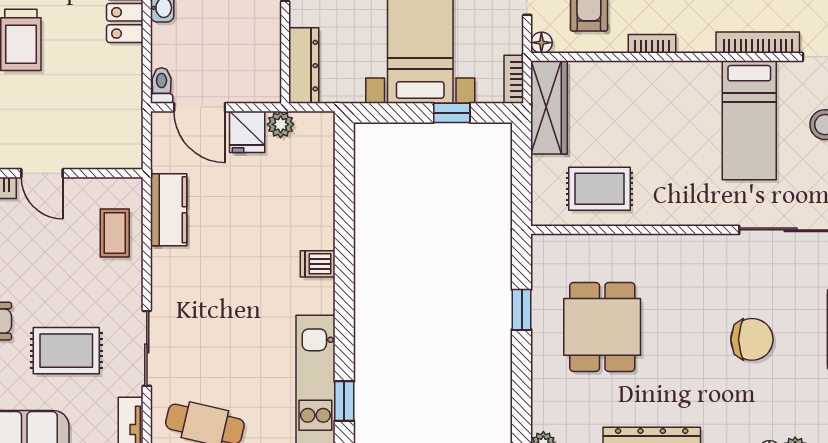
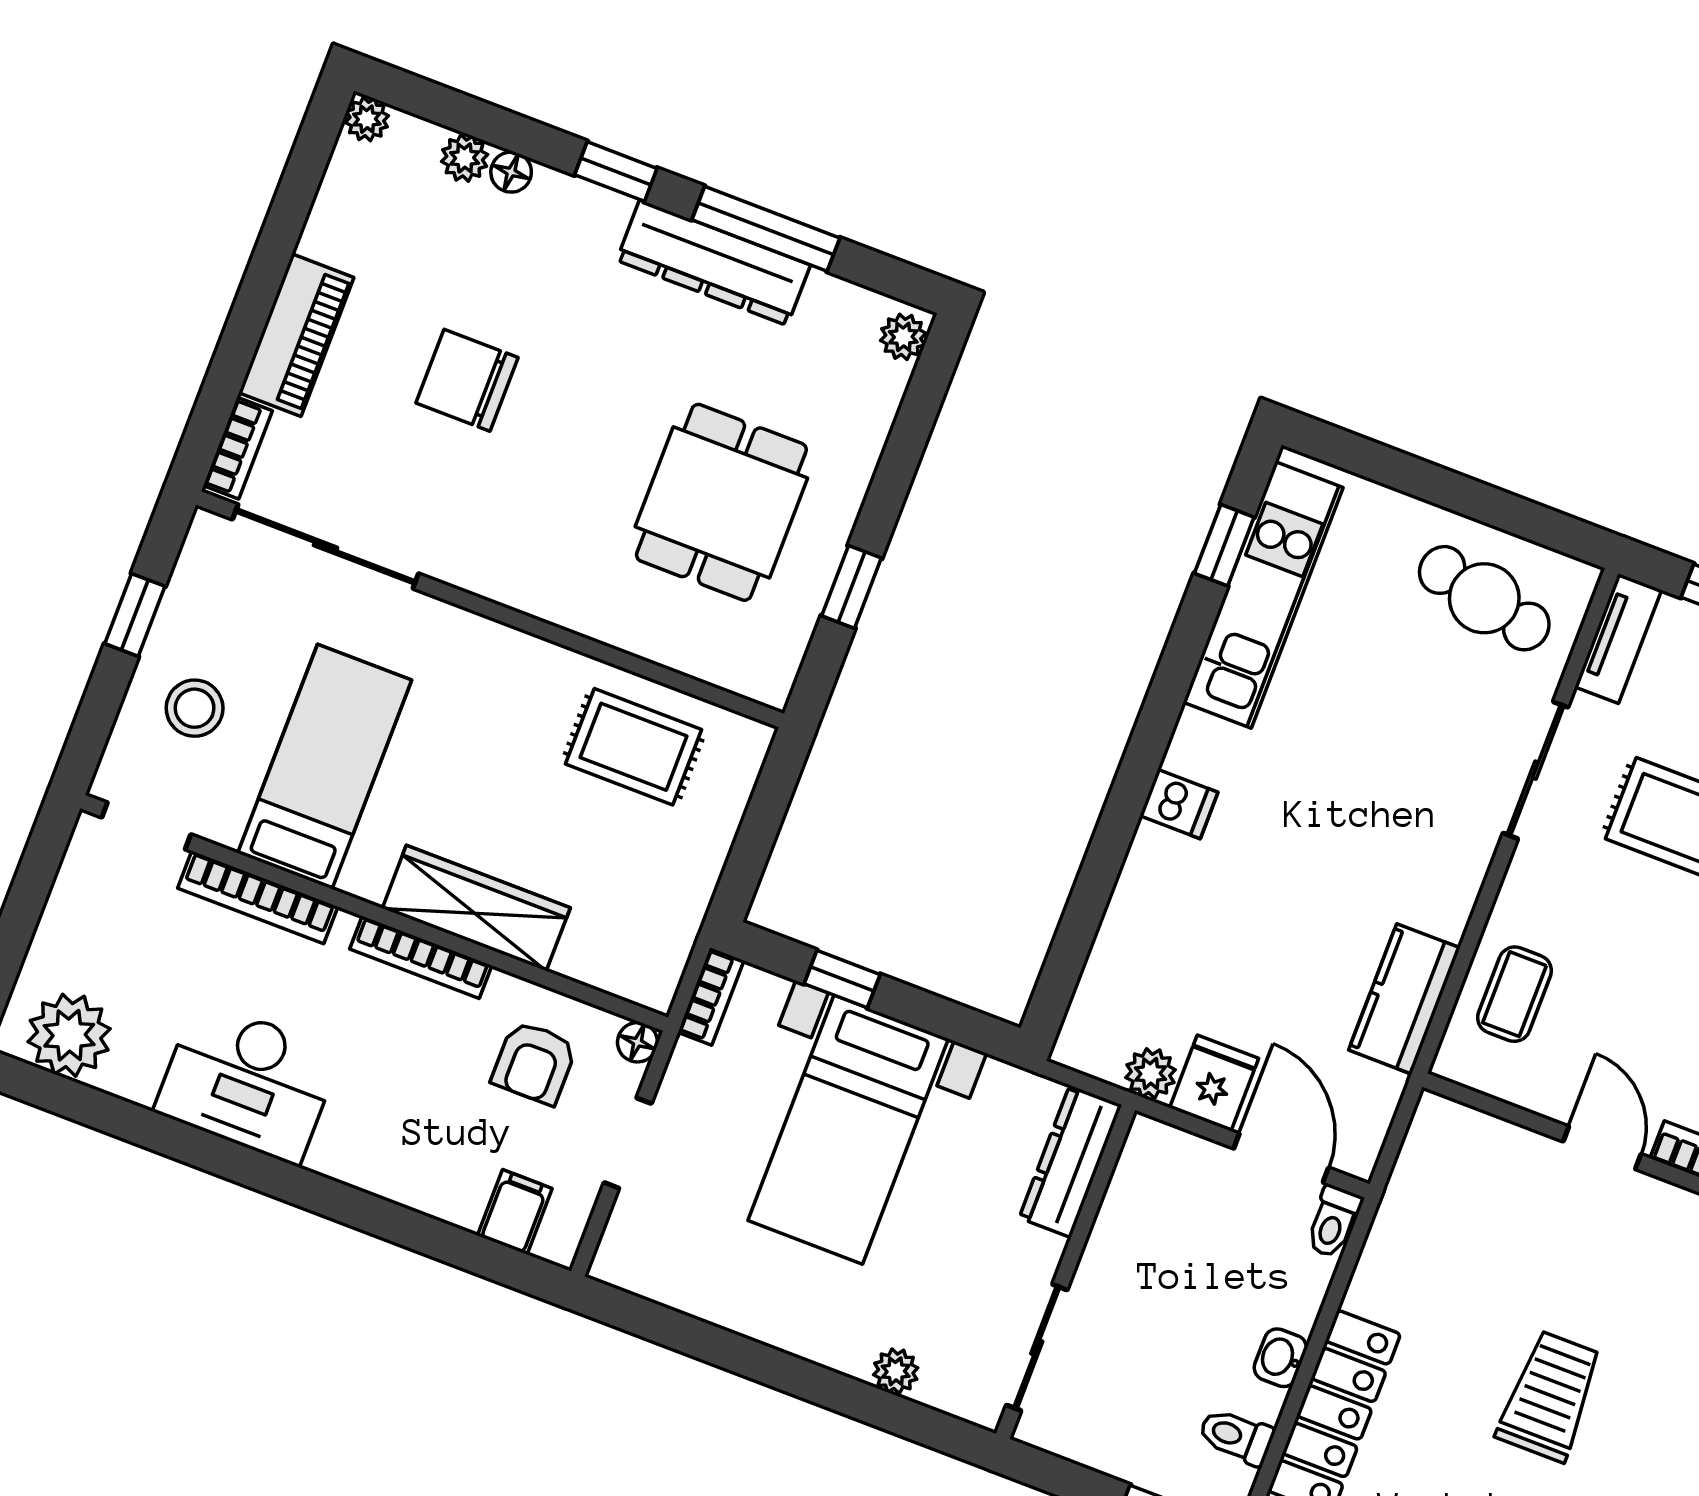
bookcase: (652, 44) -> (421, 957), width x1.56
wardrobe: (549, 107) -> (476, 908), moved, turned 90

